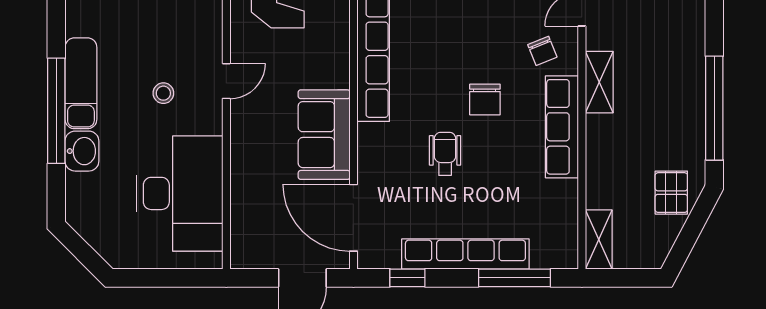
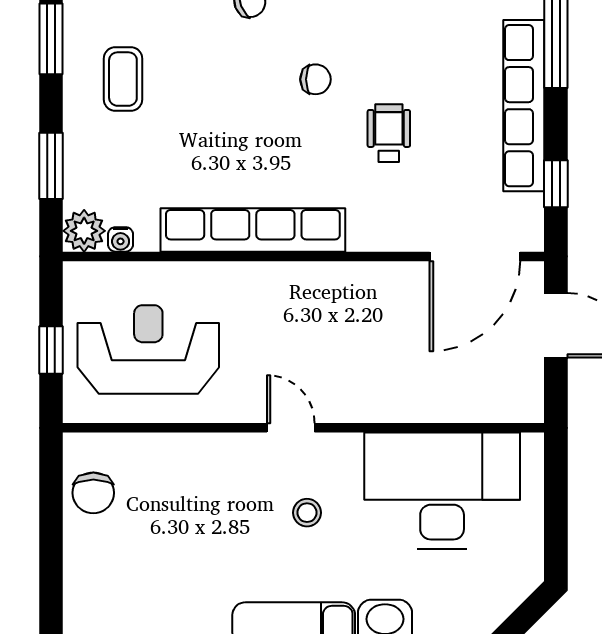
chair: (485, 99) -> (315, 79), width x0.73, depth x0.73
sofa: (324, 135) -> (363, 296), removed
wheelchair: (445, 154) -> (389, 133), turned 90

